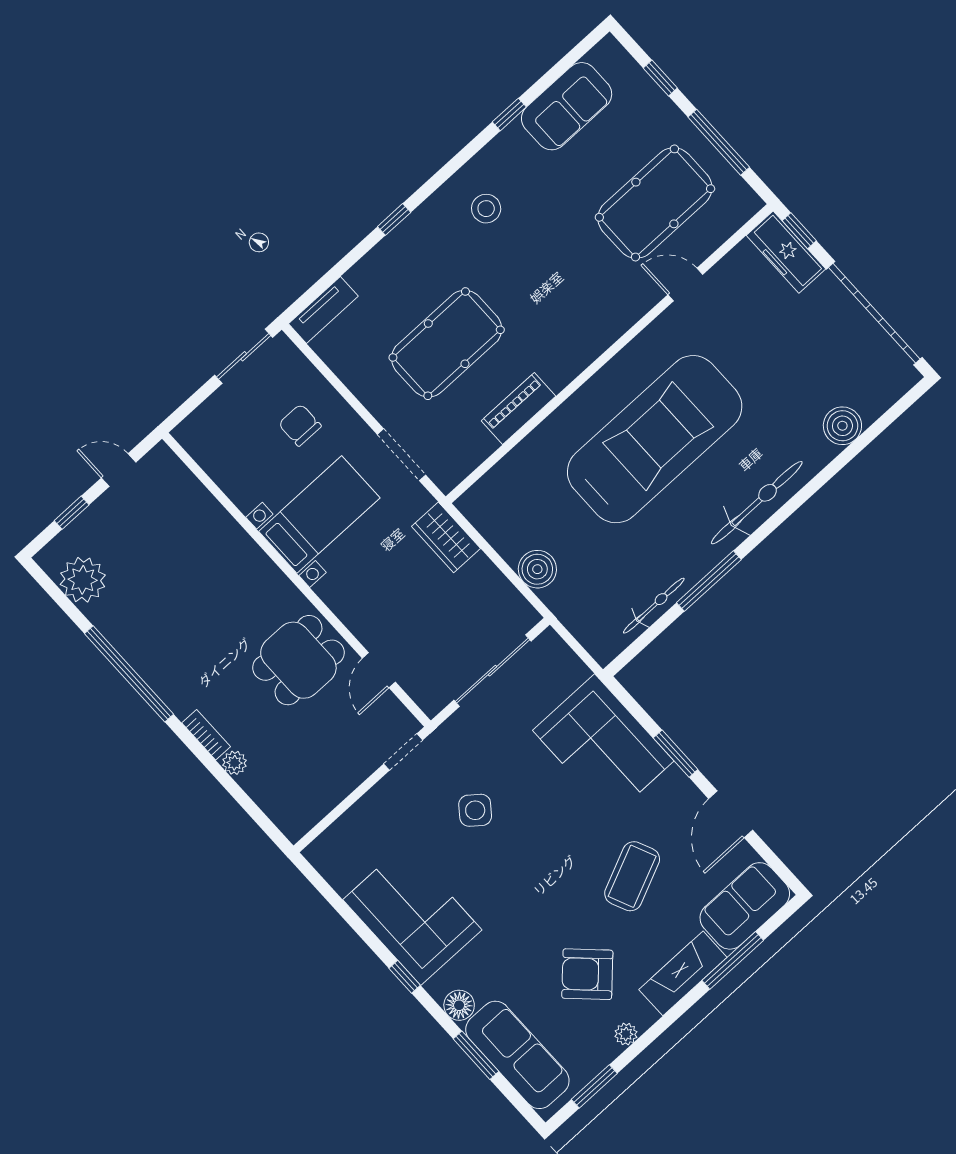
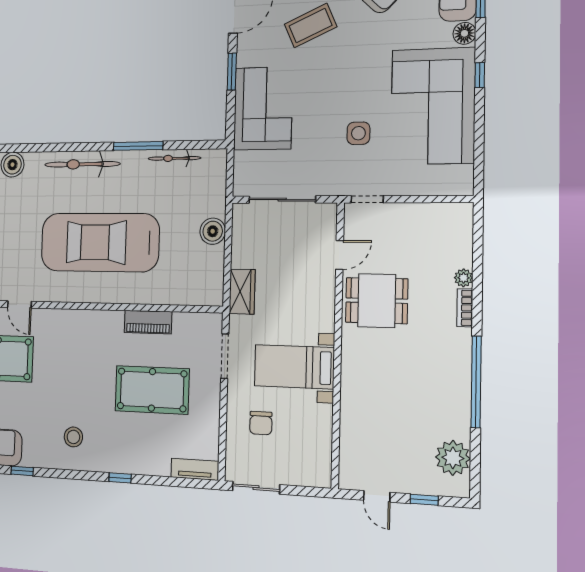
side table: (475, 810) -> (358, 133), turned -38
corner sofa: (412, 915) -> (433, 106), width x1.36, depth x1.36

